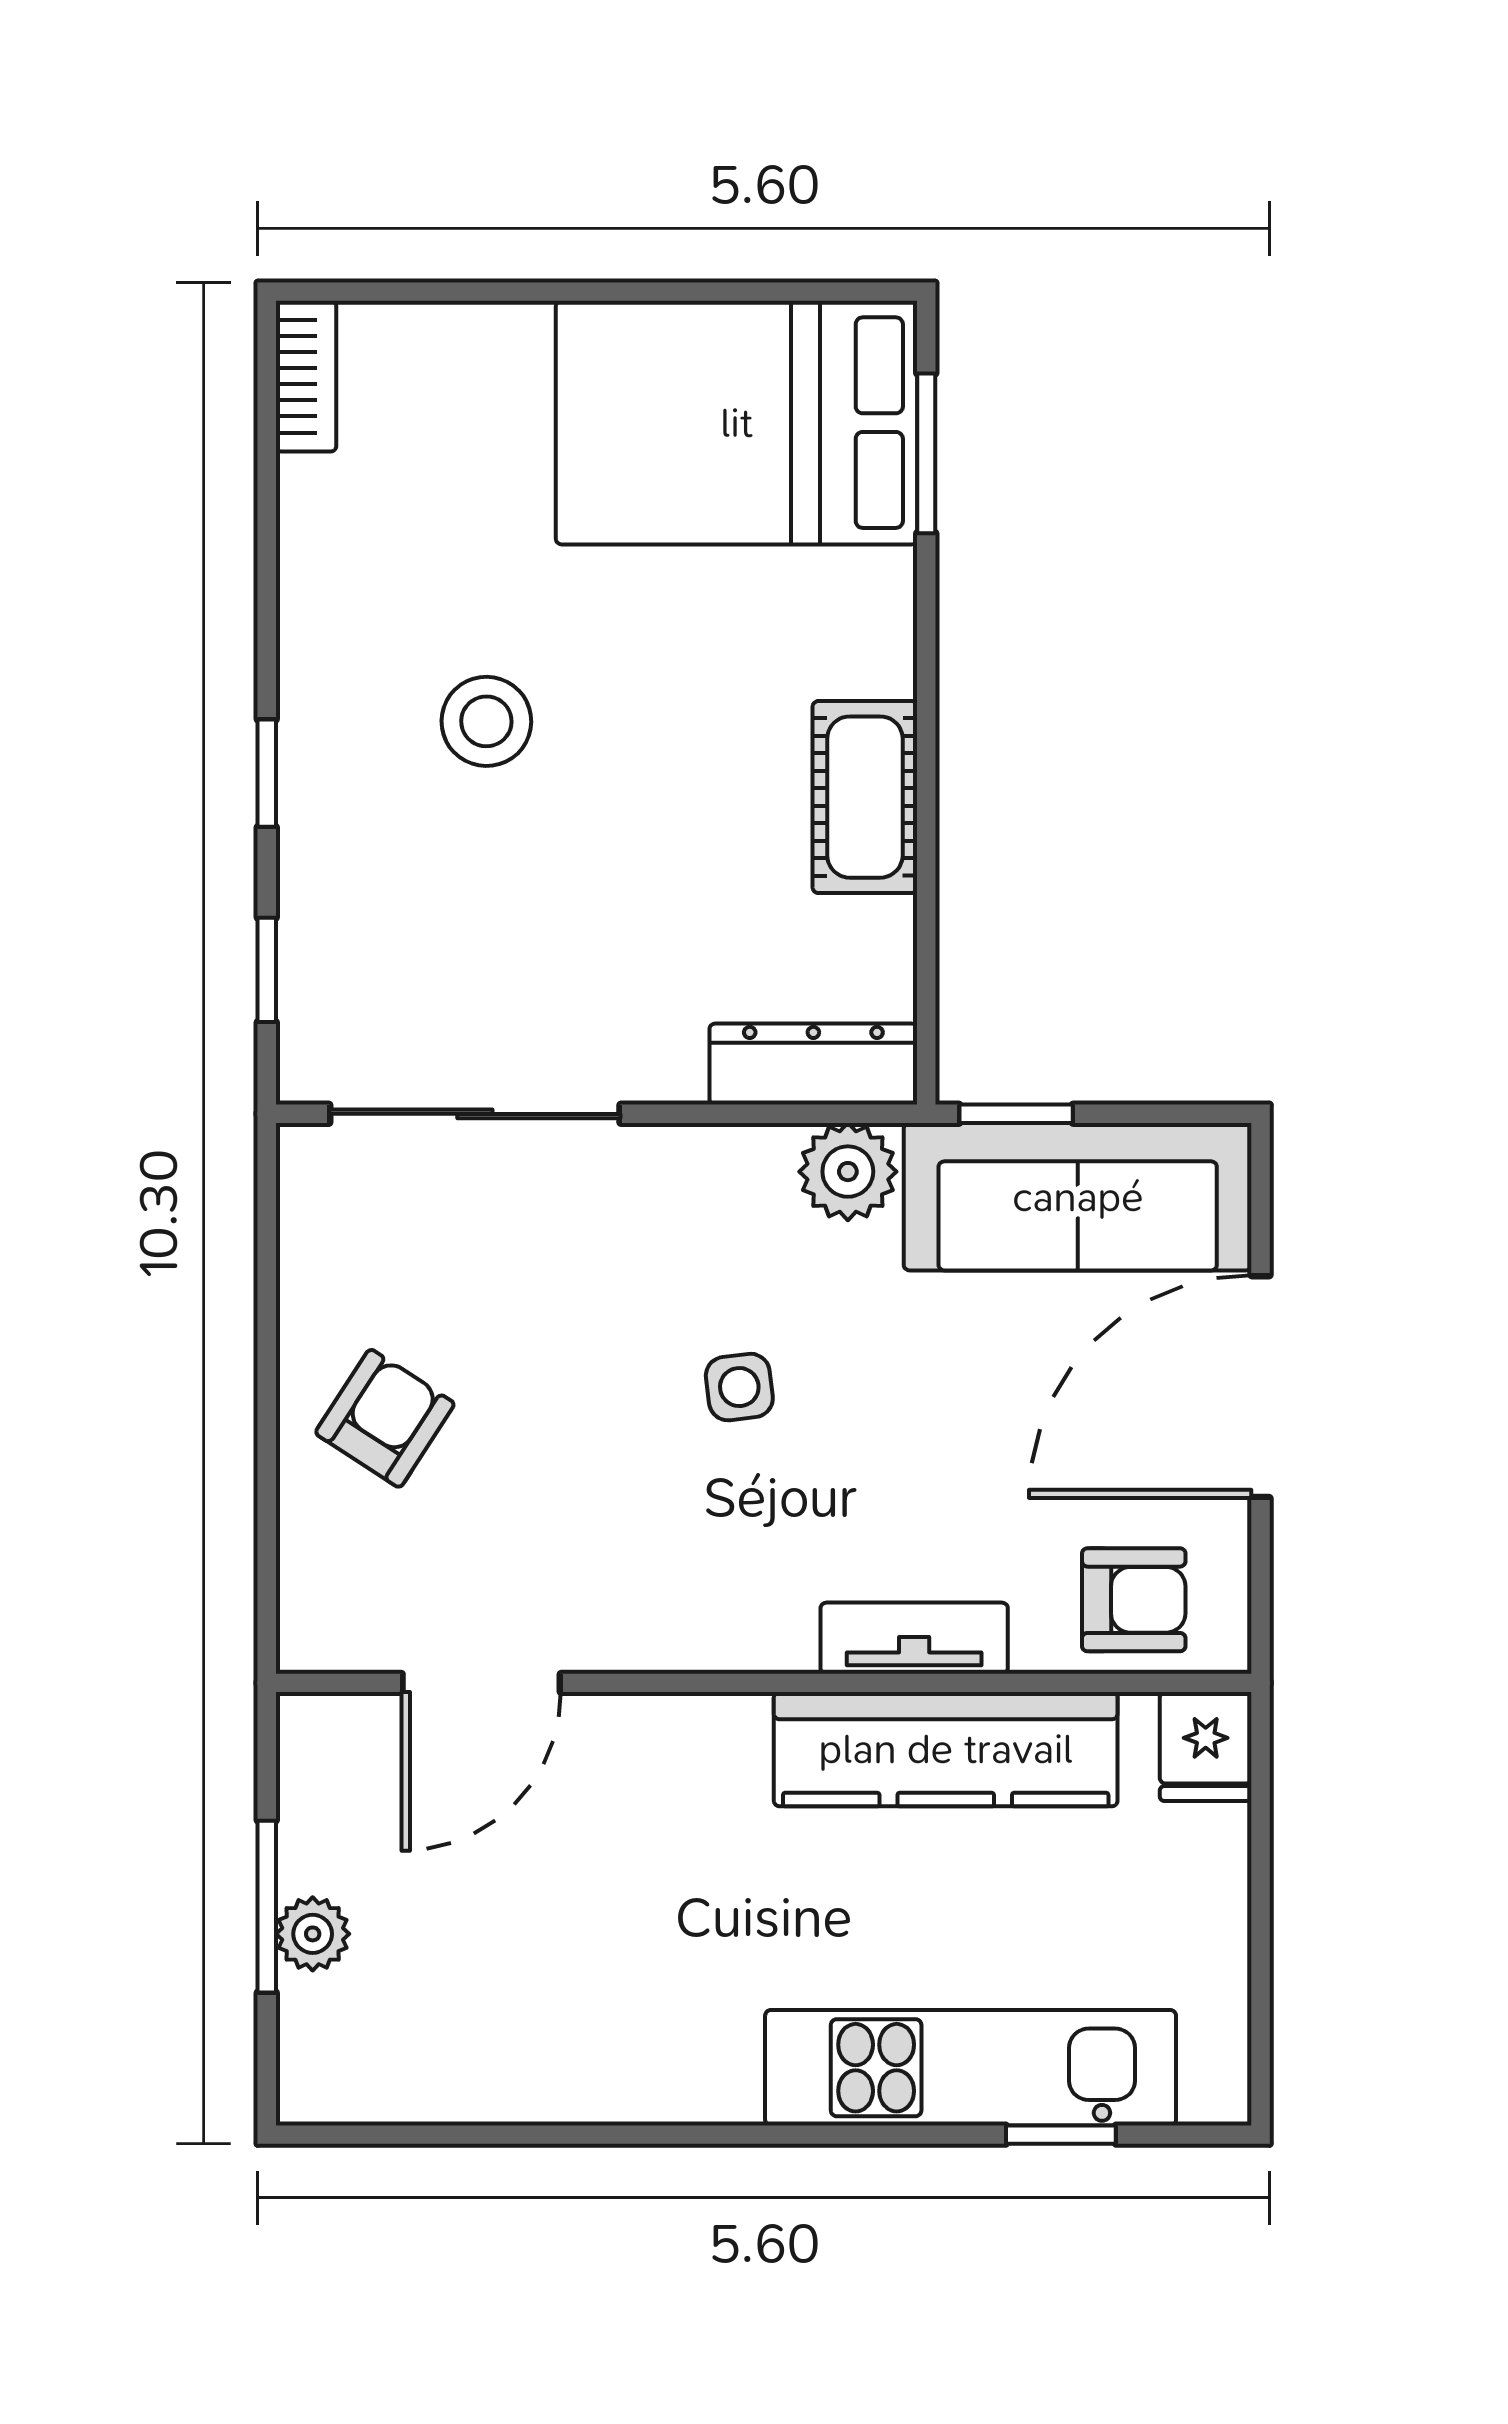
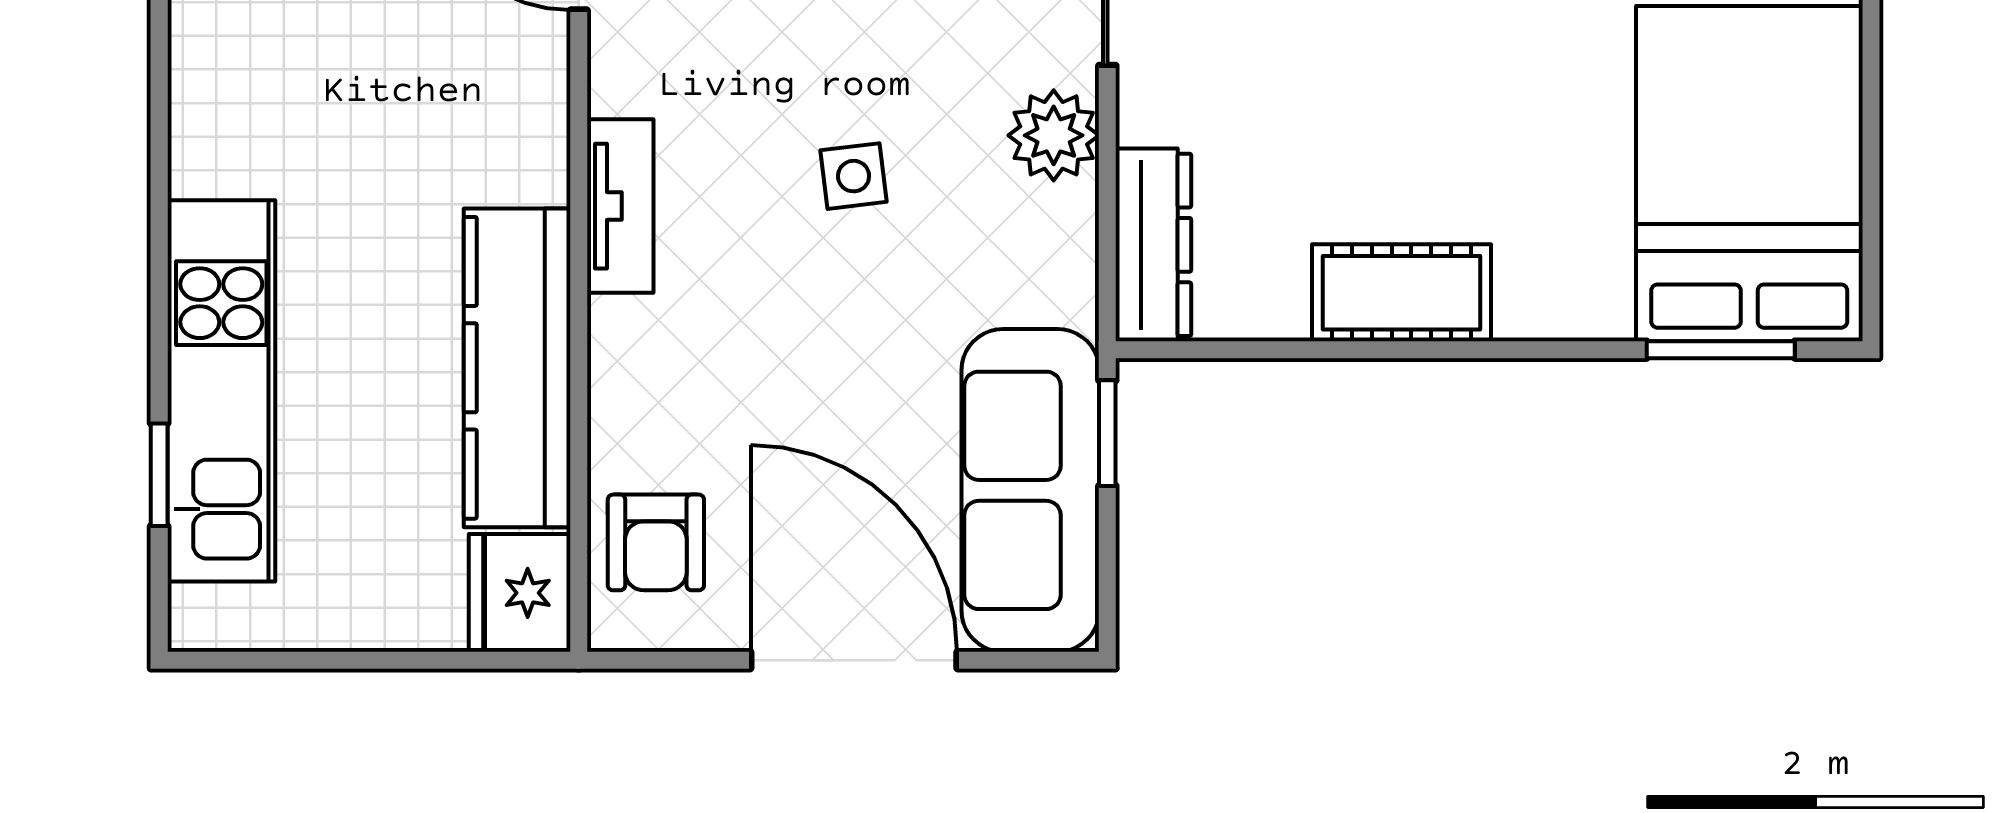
plant: (848, 1172) -> (1054, 135), moved
tv unit: (914, 1638) -> (620, 206), moved
fridge: (1206, 1747) -> (520, 593), width x1.38

